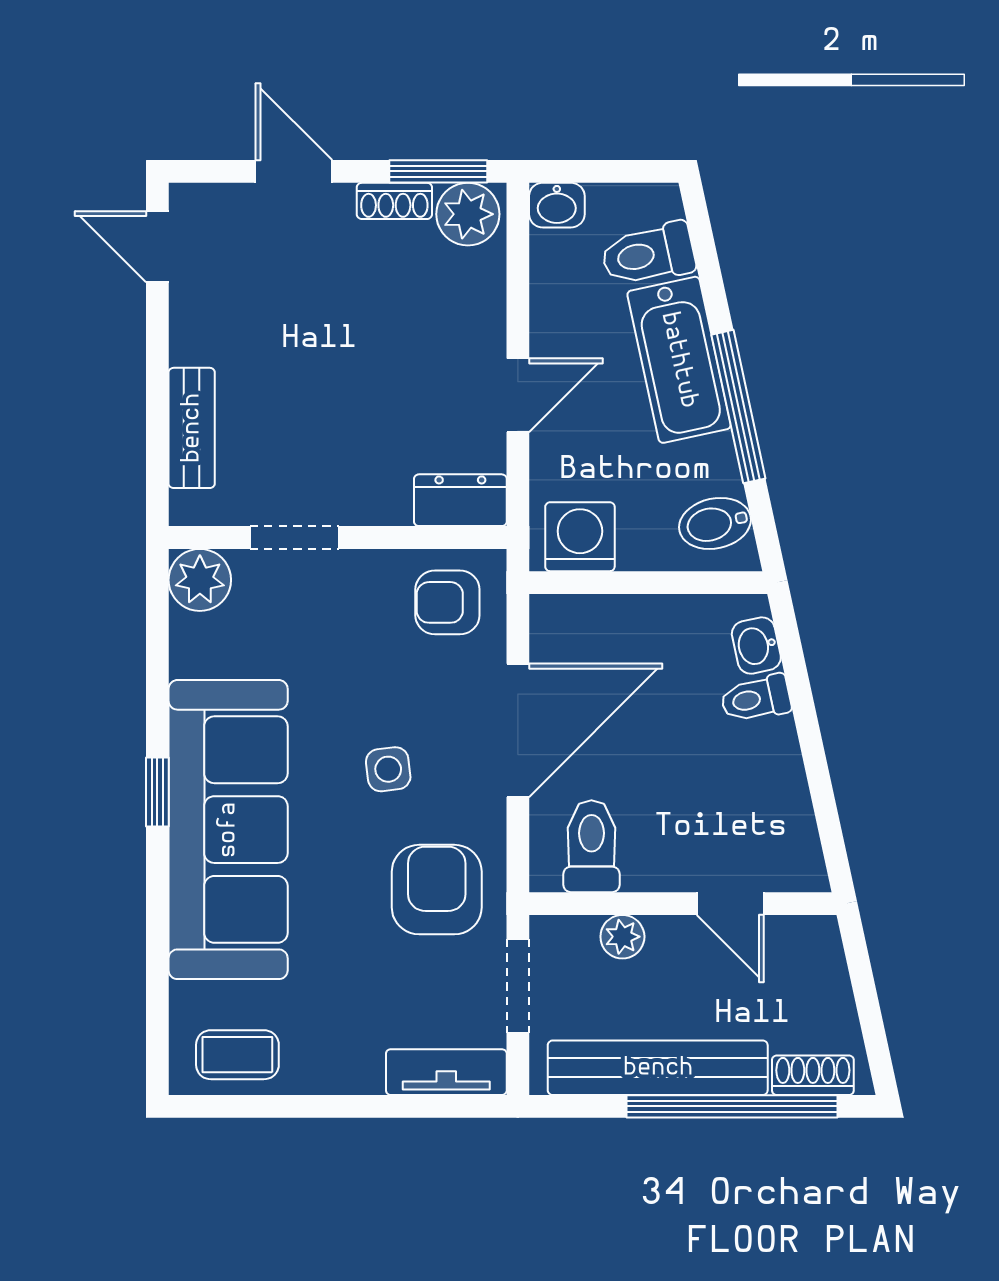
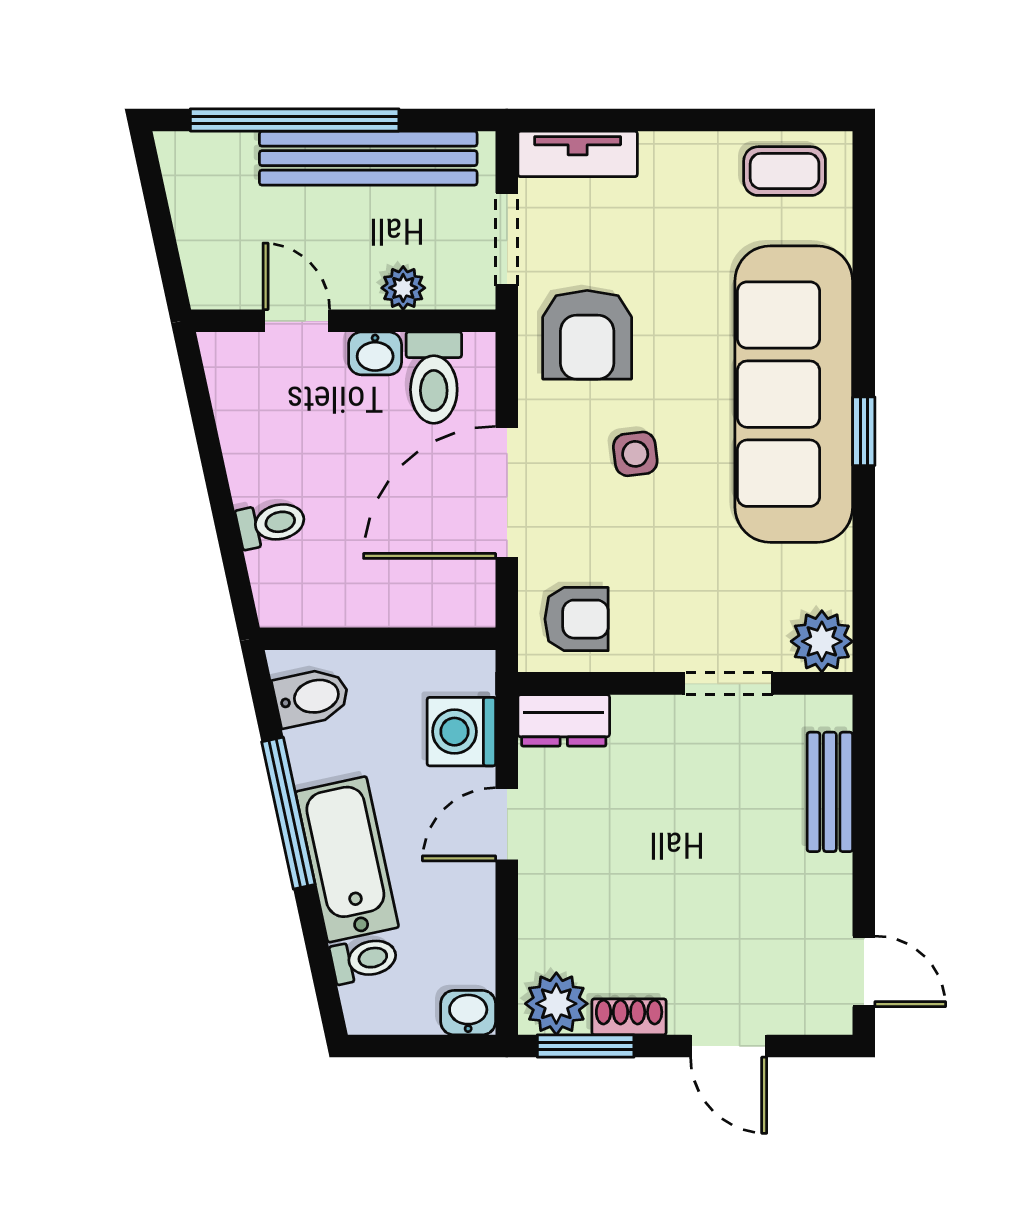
toilet: (648, 254) -> (364, 959), width x0.73, depth x0.72
washing machine: (580, 537) -> (461, 732), moved, turned 90
washbasin: (756, 646) -> (375, 353), moved, turned 102
shoe rack: (813, 1075) -> (215, 151), removed

